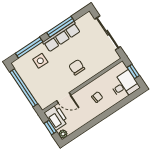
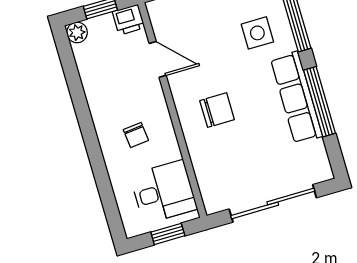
desk: (125, 85) -> (164, 192), moved, turned -90
door: (64, 98) -> (158, 59), swing flipped
printer: (56, 117) -> (129, 20), width x0.53, depth x0.68

